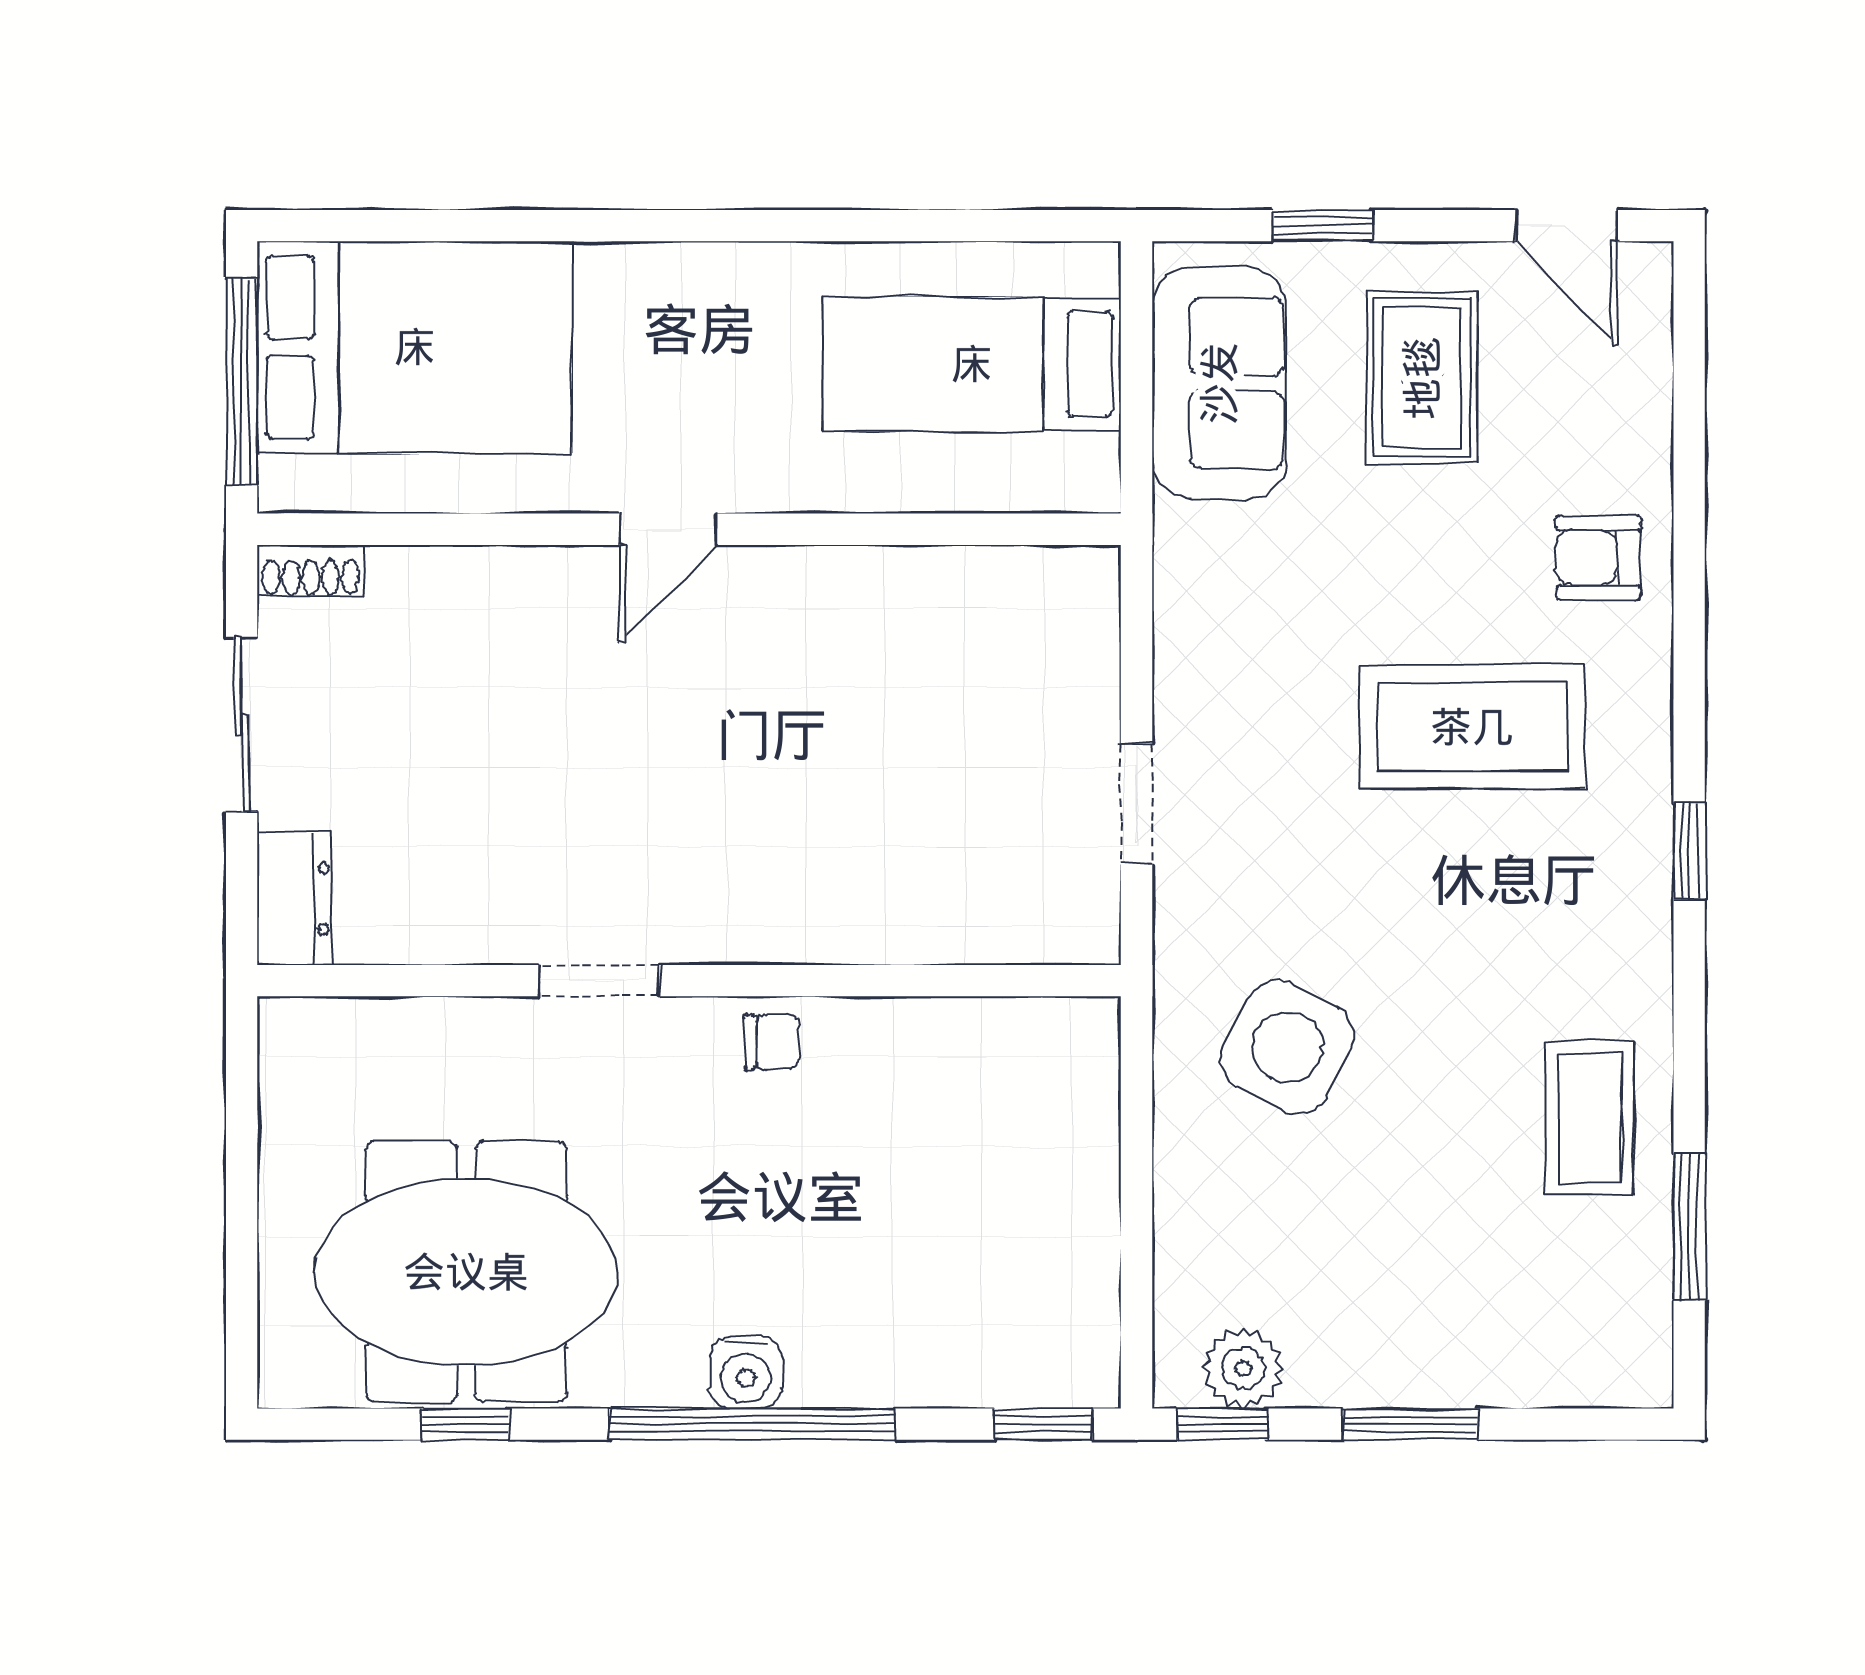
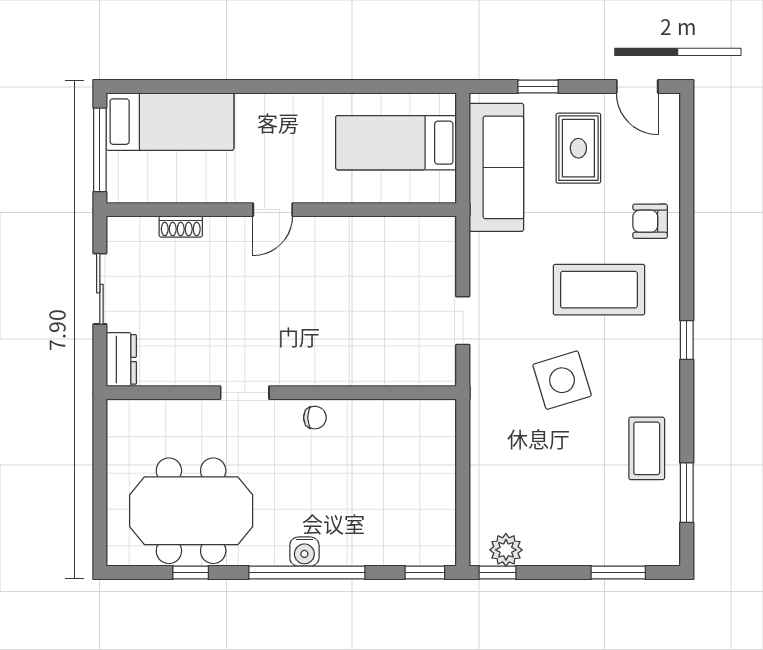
bed: (415, 347) -> (170, 122), width x0.67
sofa: (1219, 383) -> (496, 167), width x1.36
shoe rack: (311, 571) -> (181, 226), moved
side table: (1287, 1047) -> (562, 380), moved, turned 45
window: (1410, 1424) -> (618, 573), moved

